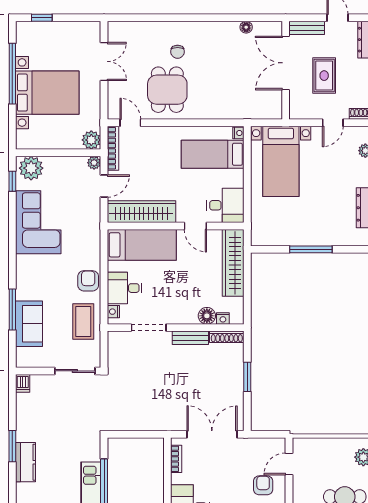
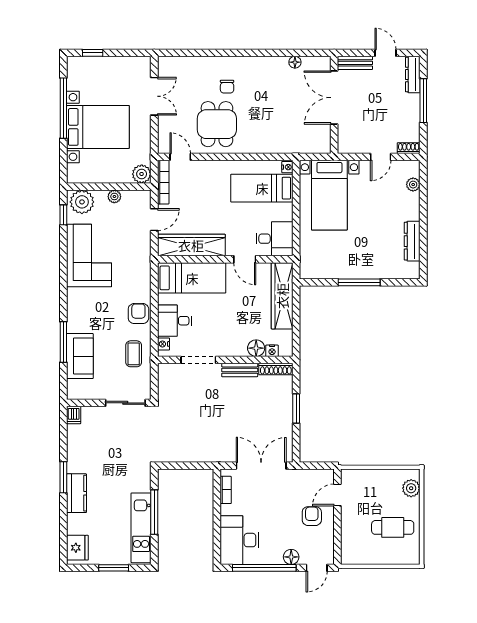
rug: (324, 76) -> (372, 110), removed
plant: (94, 163) -> (114, 196), moved
coffee table: (83, 321) -> (134, 354), width x0.73, depth x0.77

